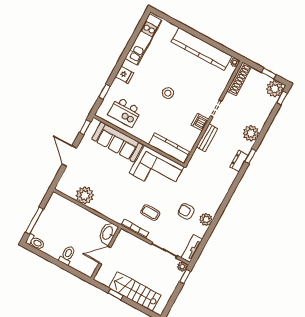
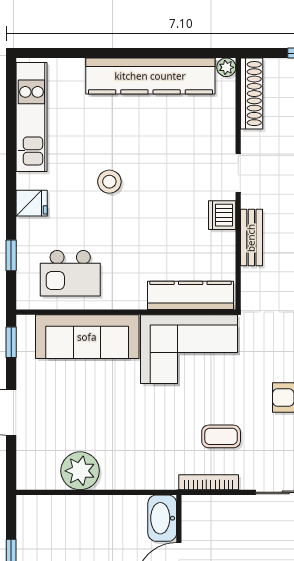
stool: (168, 93) -> (109, 182), moved

